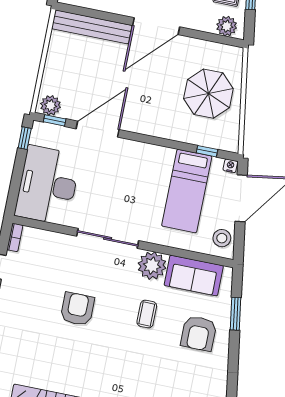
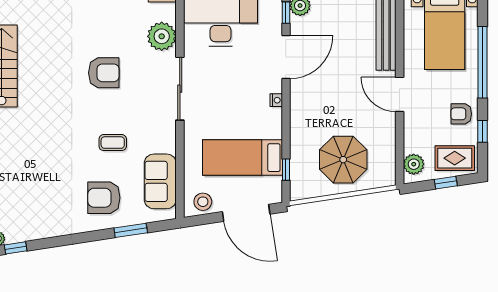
door: (156, 26) -> (400, 94), width x0.73
door: (98, 129) -> (286, 57), hinge flipped
nightstand: (230, 166) -> (276, 100), moved
plant: (152, 266) -> (162, 36), moved

